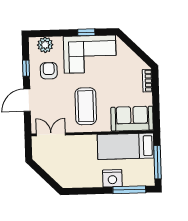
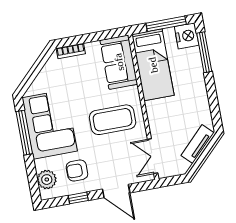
window: (86, 32) -> (24, 133), width x2.17
tv unit: (55, 173) -> (197, 144), added
nightstand: (112, 178) -> (187, 36), moved

